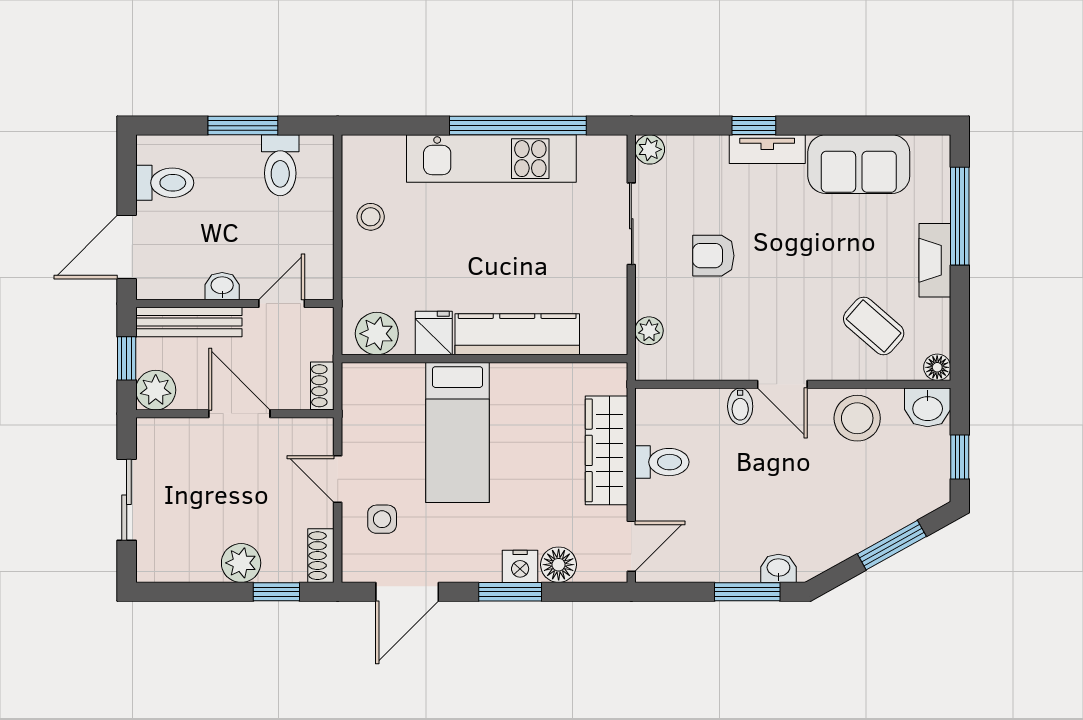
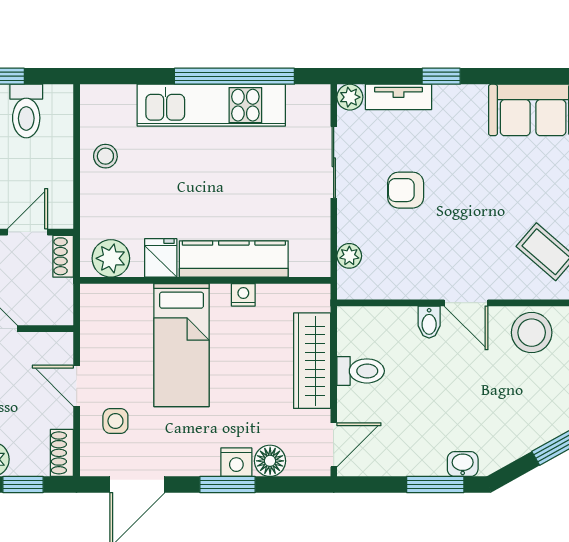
tv unit: (767, 149) -> (398, 97), moved
nightstand: (528, 375) -> (243, 295), added
shoe rack: (322, 386) -> (63, 256), moved

